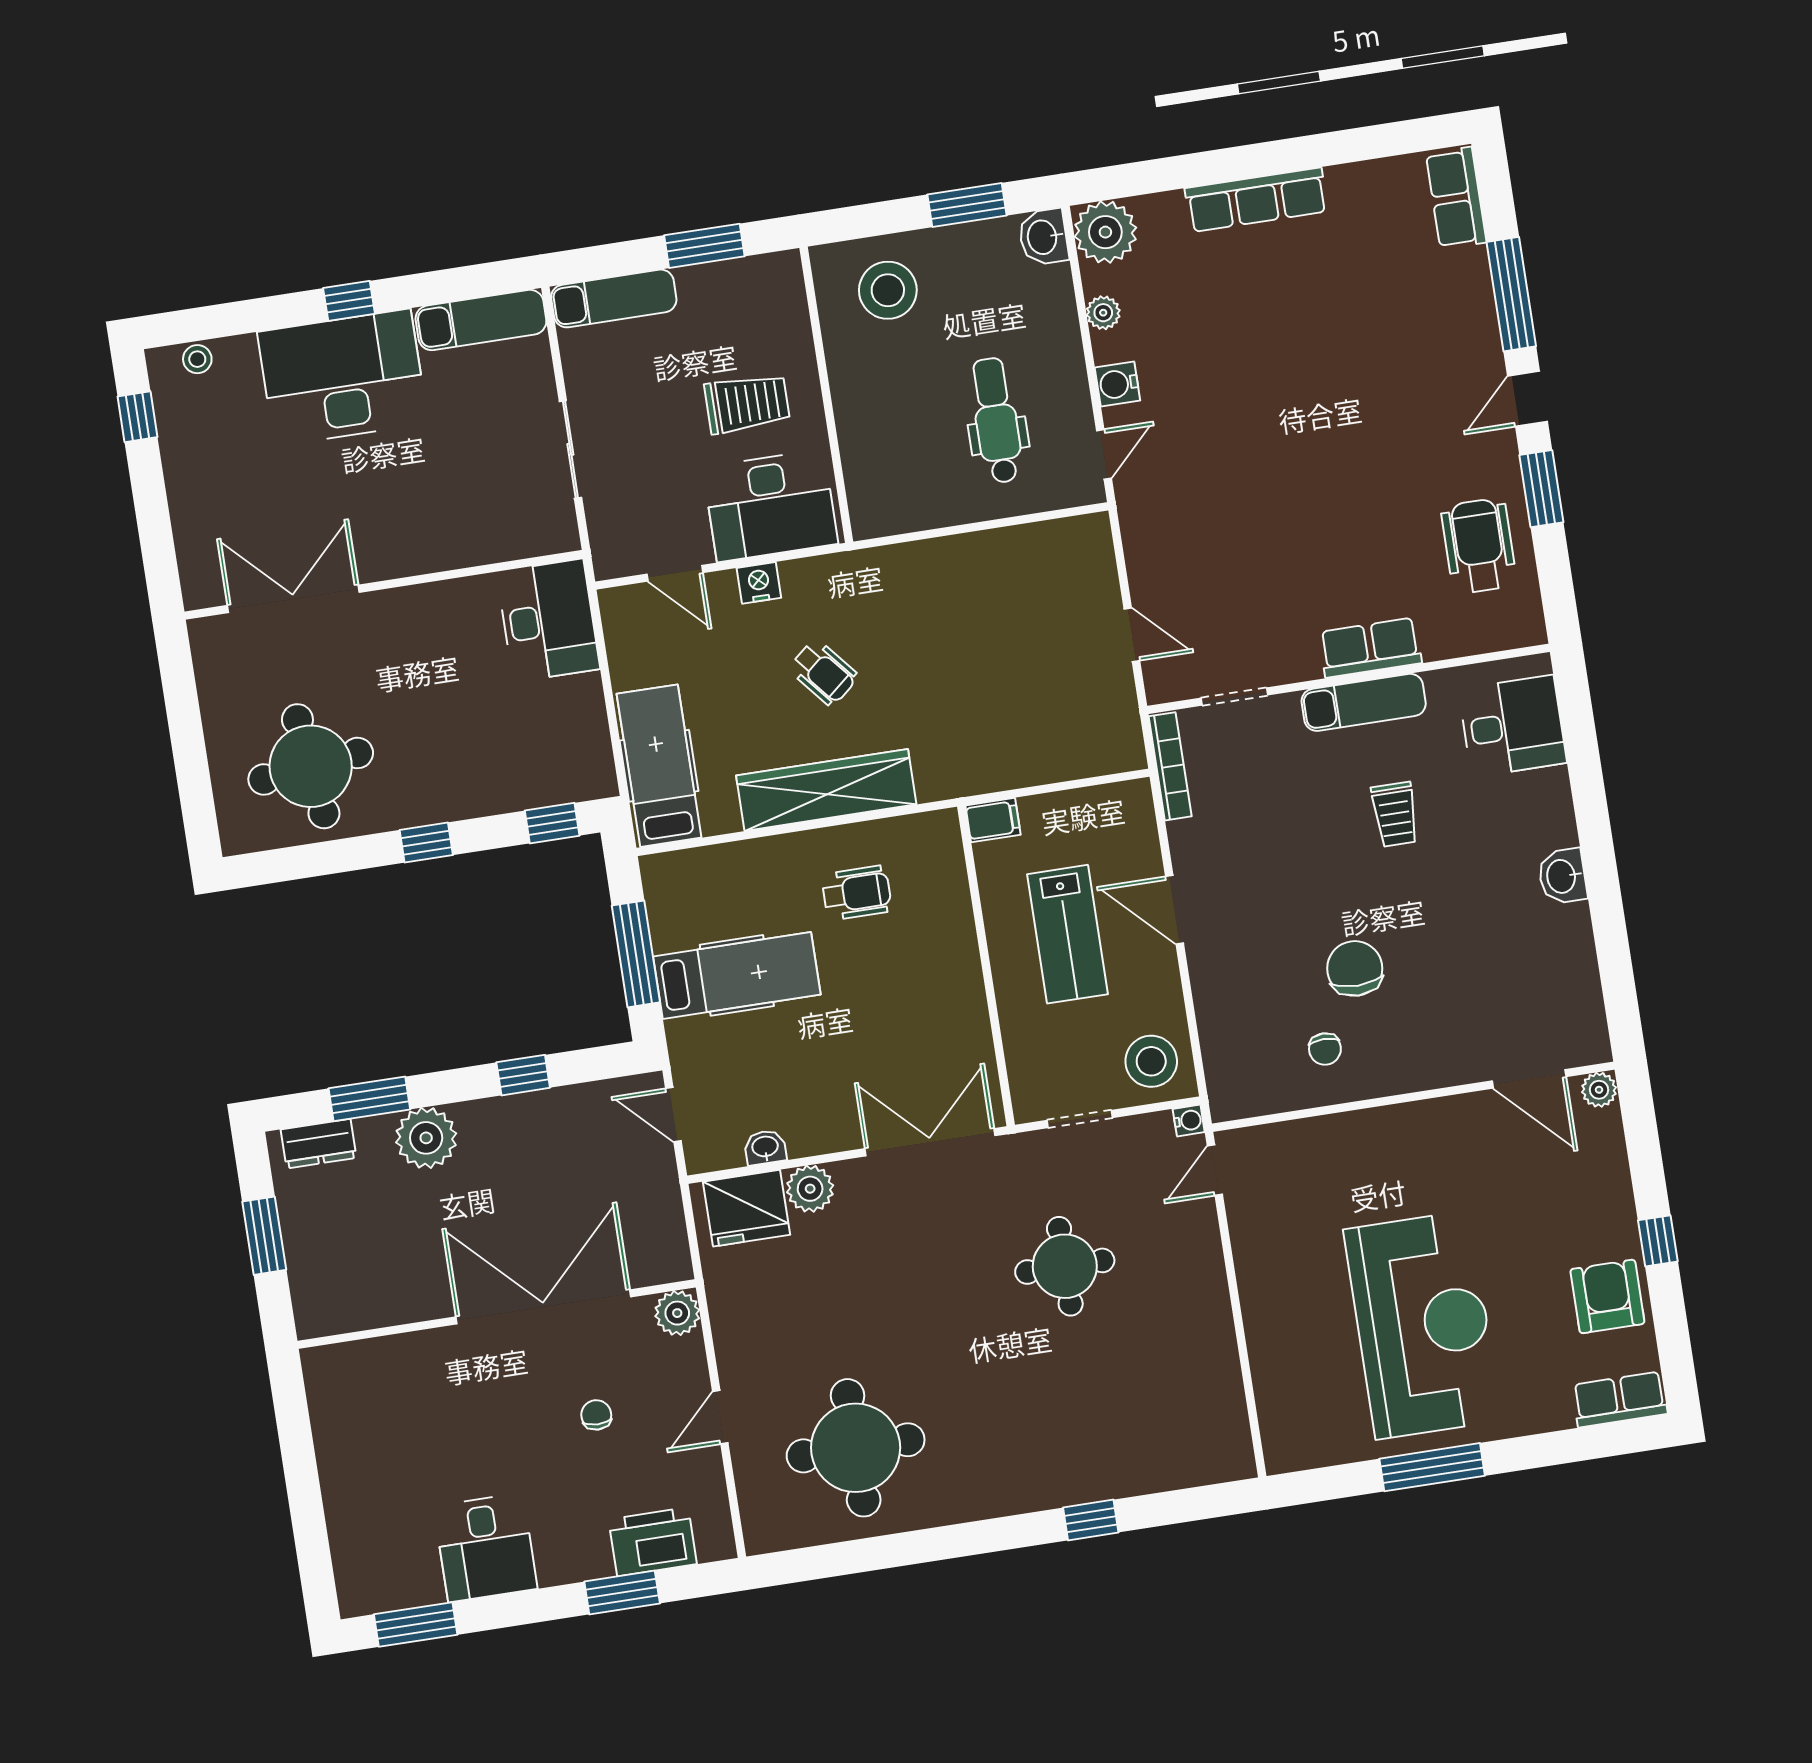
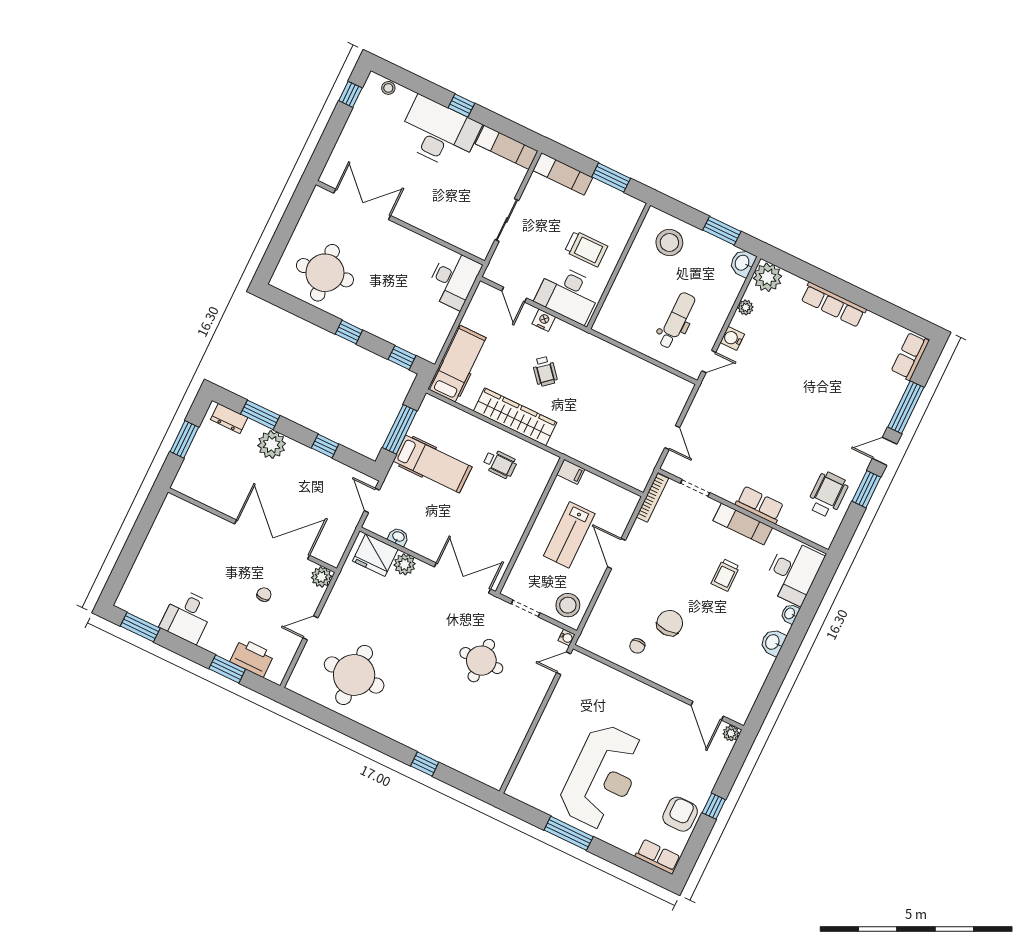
desk: (1512, 726) -> (793, 572), width x1.37
washbasin: (1558, 804) -> (790, 614), added

